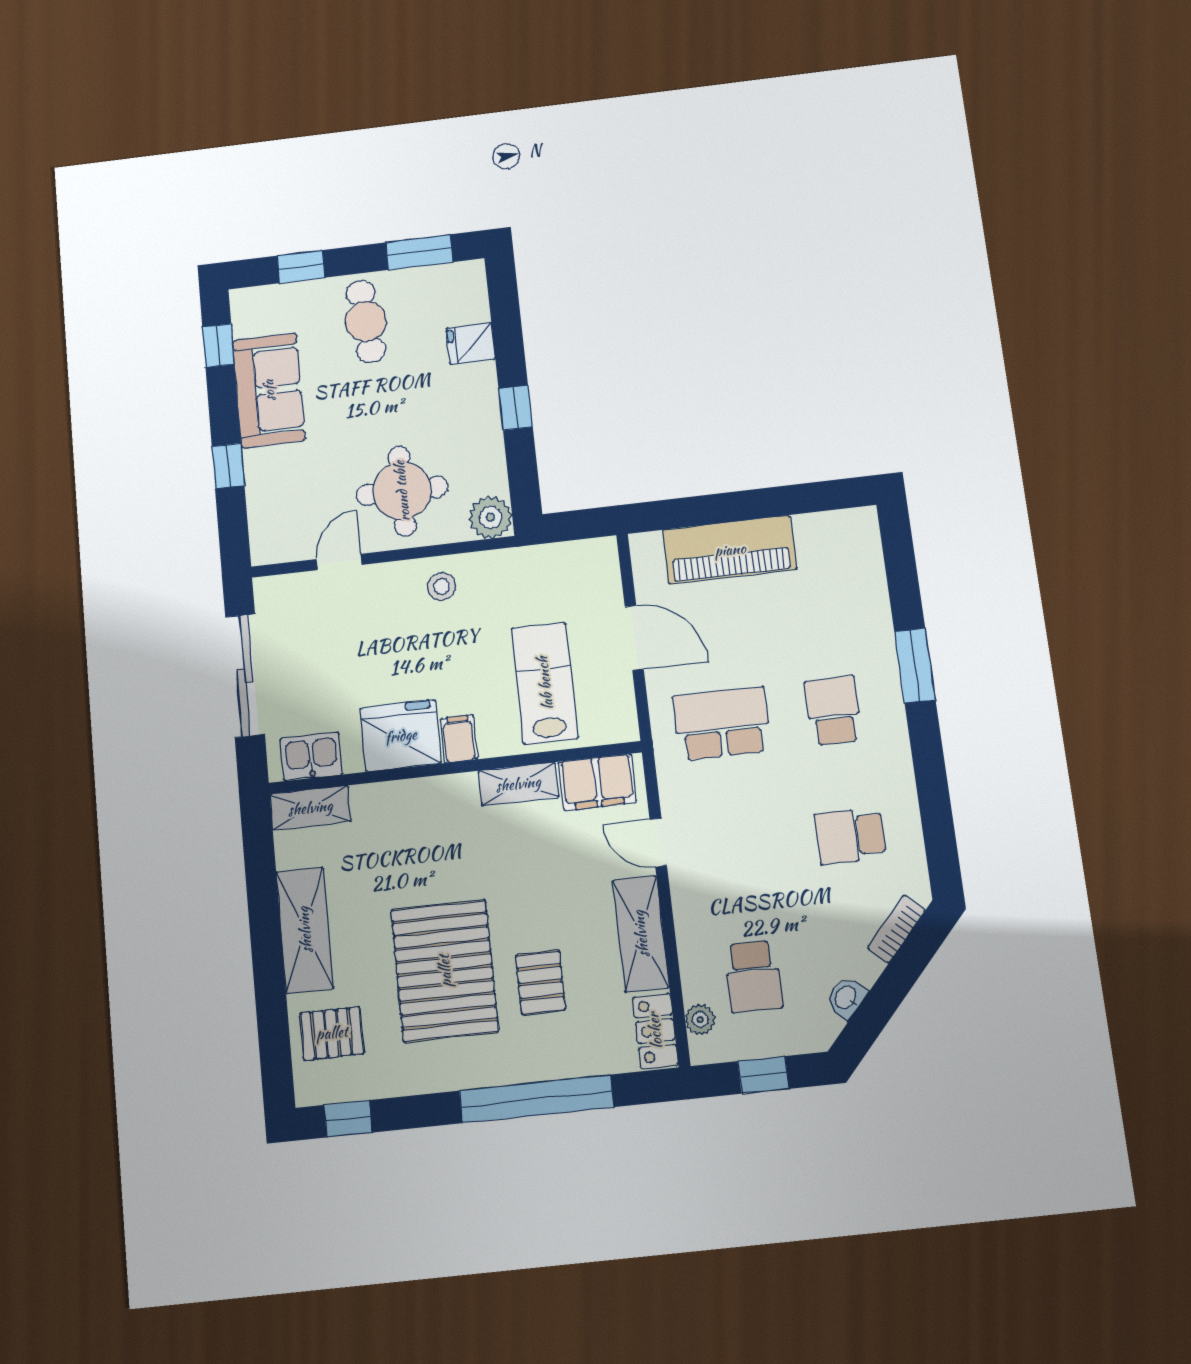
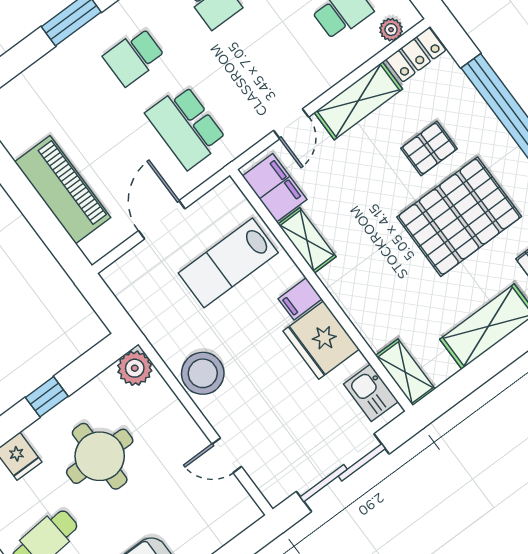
round table: (402, 491) -> (100, 456), moved
stool: (442, 587) -> (203, 373), width x1.89, depth x1.89

